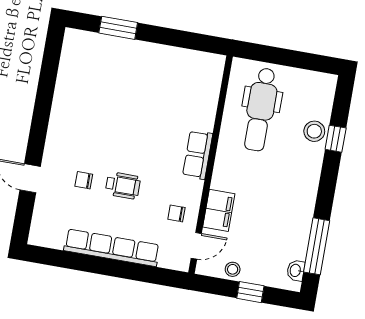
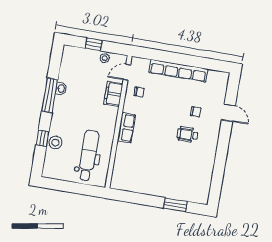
wheelchair: (123, 185) -> (187, 135), moved
window: (317, 246) -> (50, 95), moved
washbasin: (296, 270) -> (61, 89), moved

